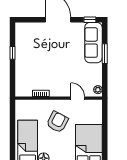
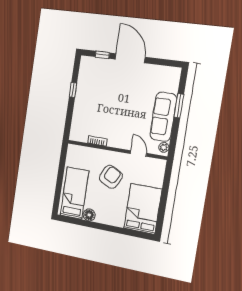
window: (90, 20) -> (102, 55), moved
sofa: (93, 43) -> (163, 117), moved

